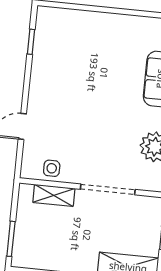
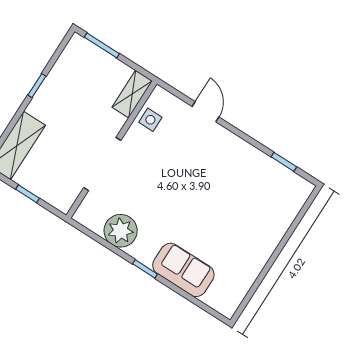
shelving: (54, 195) -> (132, 94), moved

